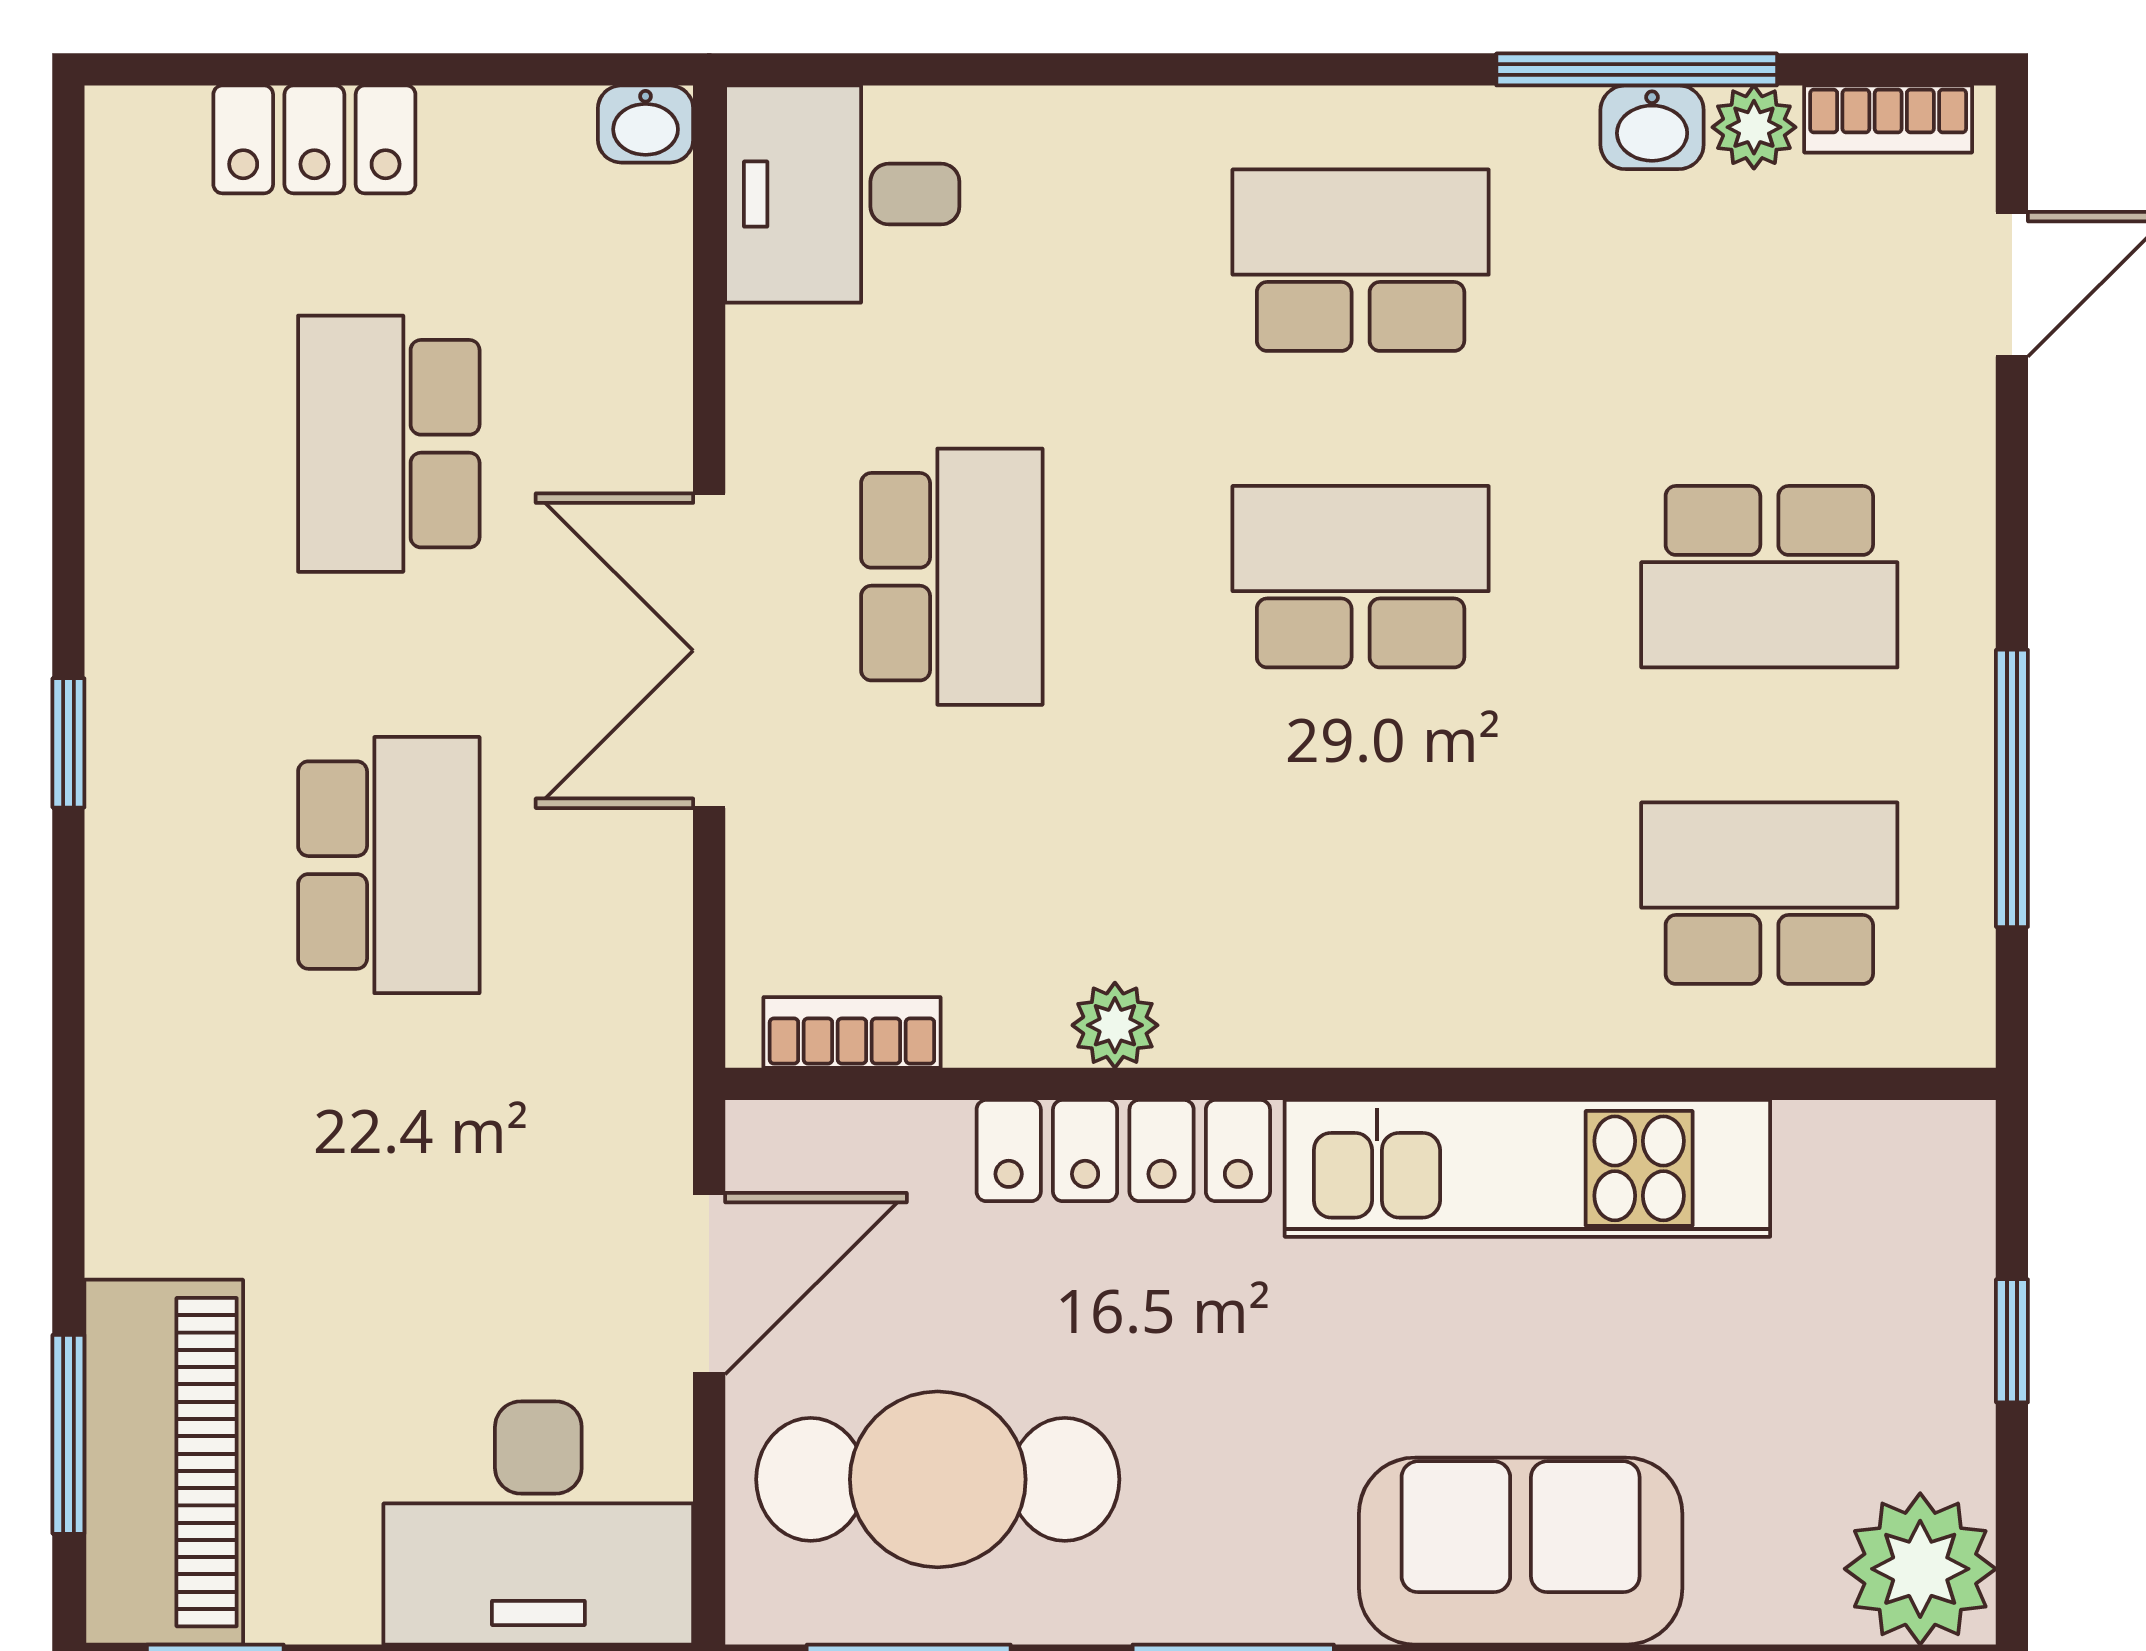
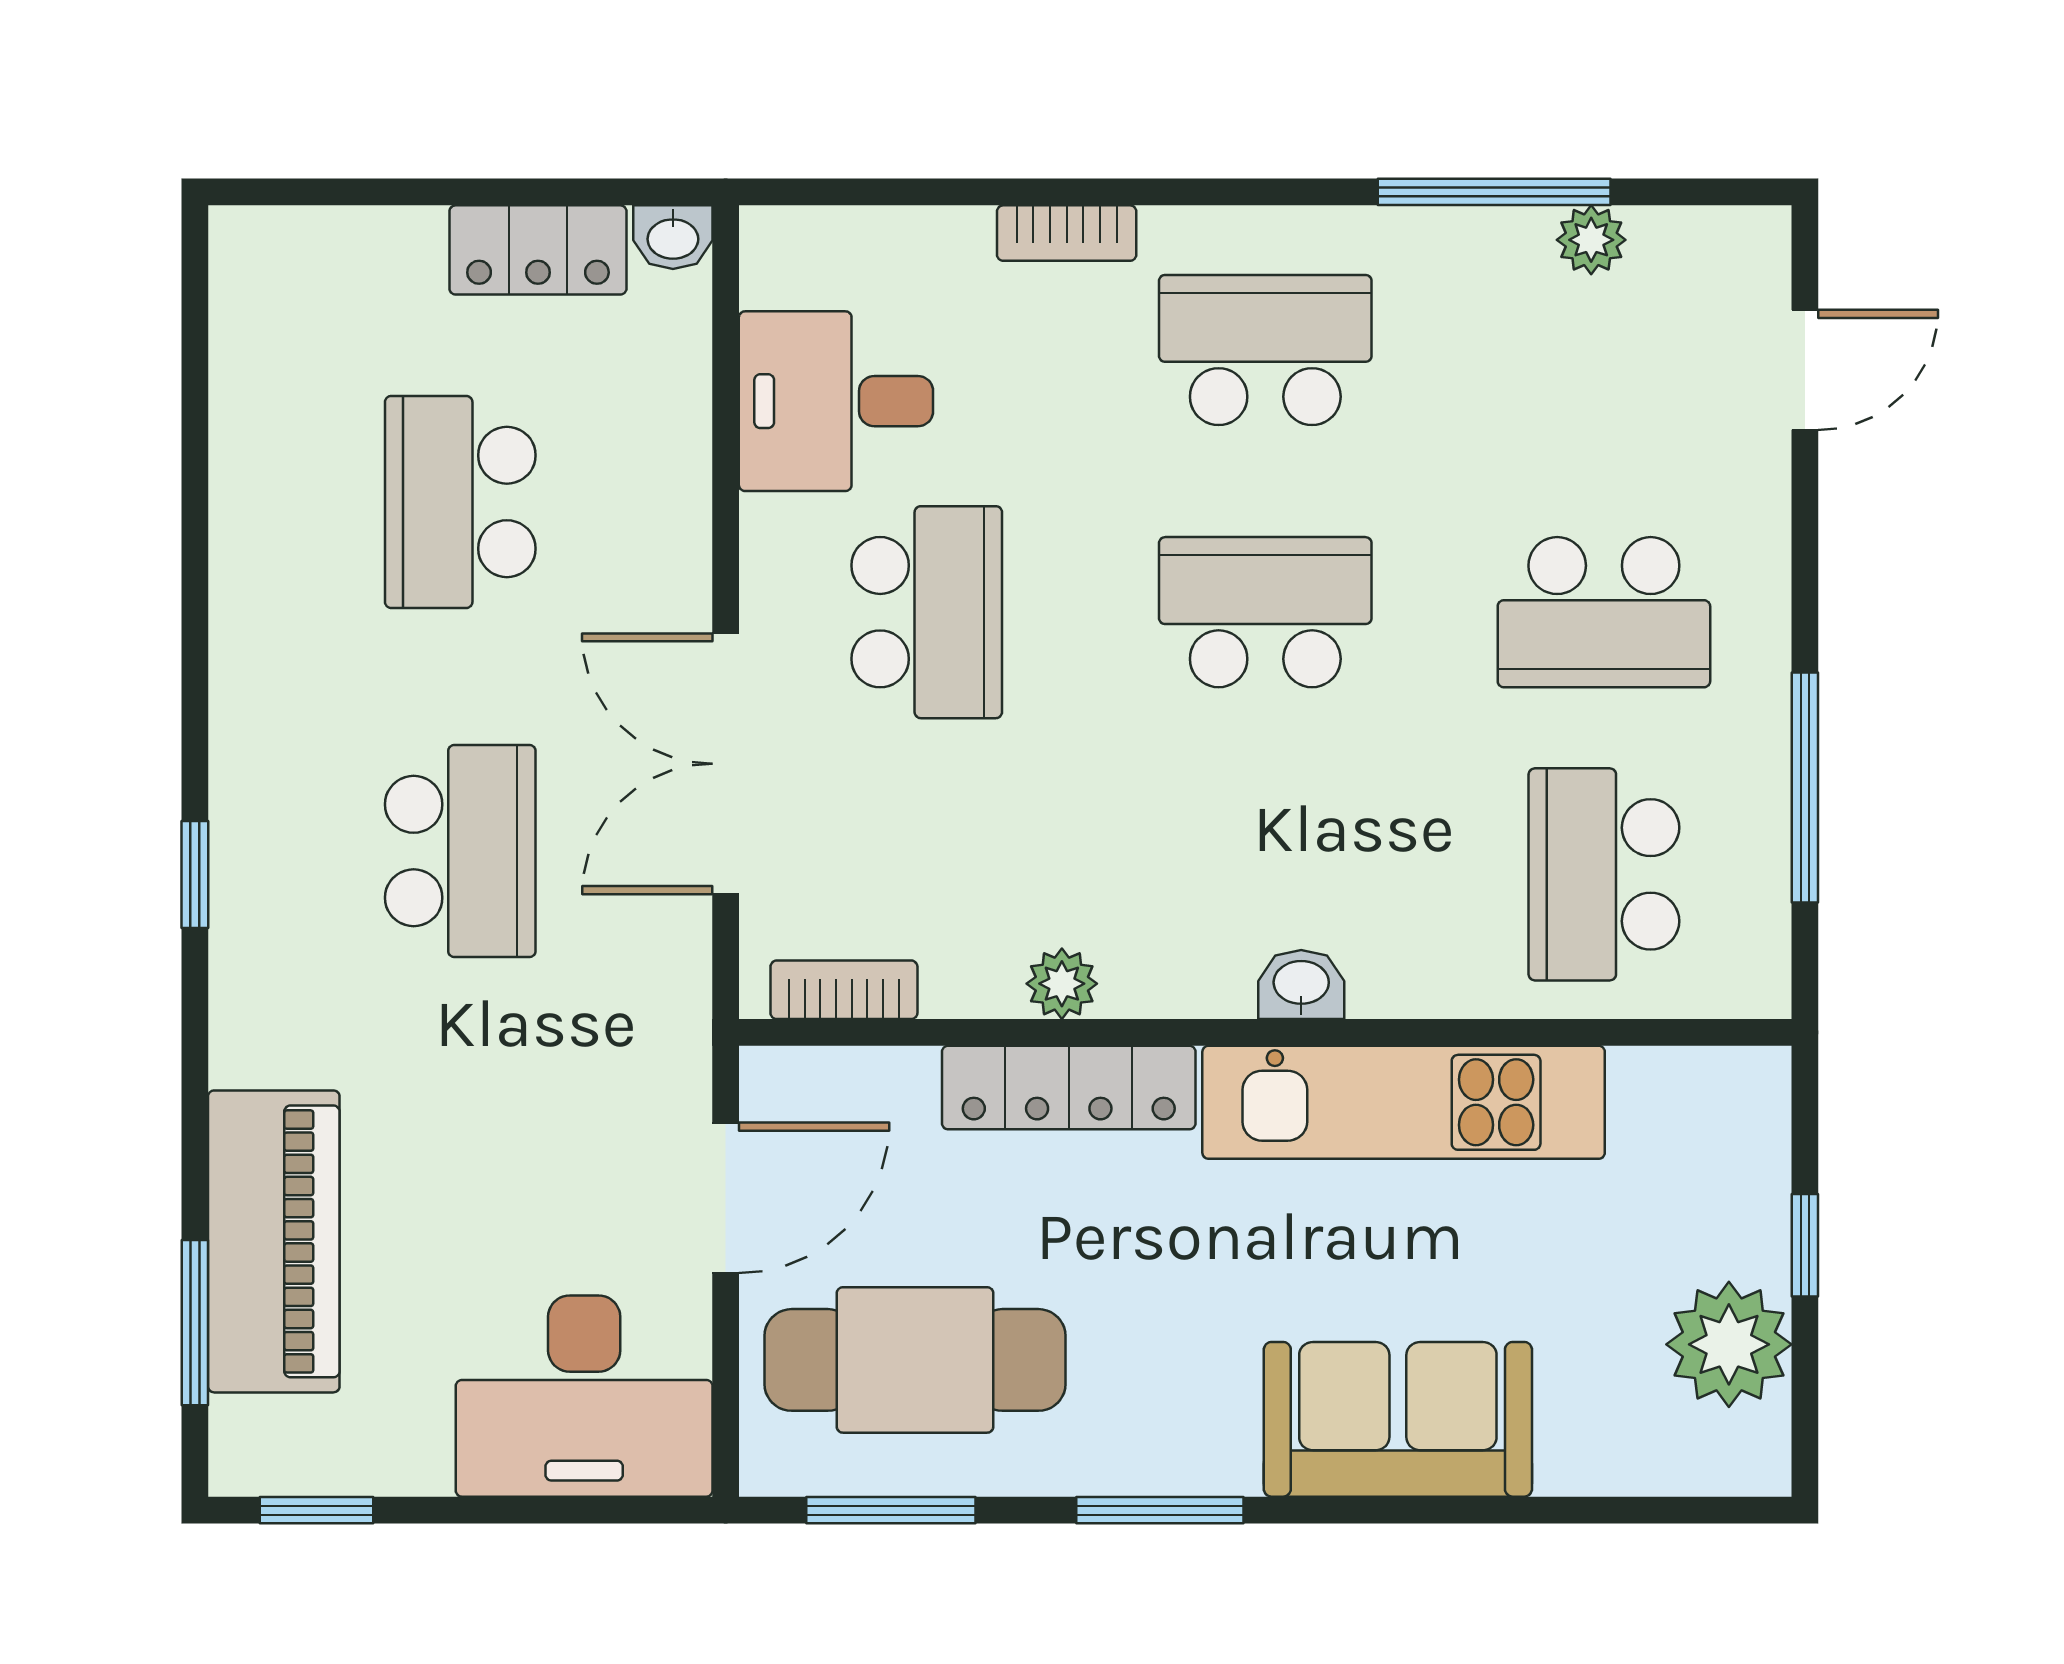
bookcase: (1888, 119) -> (1067, 233), moved
washbasin: (1652, 127) -> (1301, 984), moved, turned 180
locker: (314, 139) -> (538, 250), moved
desk: (842, 194) -> (836, 401), moved
double door: (709, 651) -> (726, 764), moved
window: (68, 743) -> (195, 875), moved
school desk: (1769, 893) -> (1604, 874), turned -90
piano: (164, 1462) -> (274, 1241), moved
plant: (1920, 1569) -> (1729, 1344), moved

